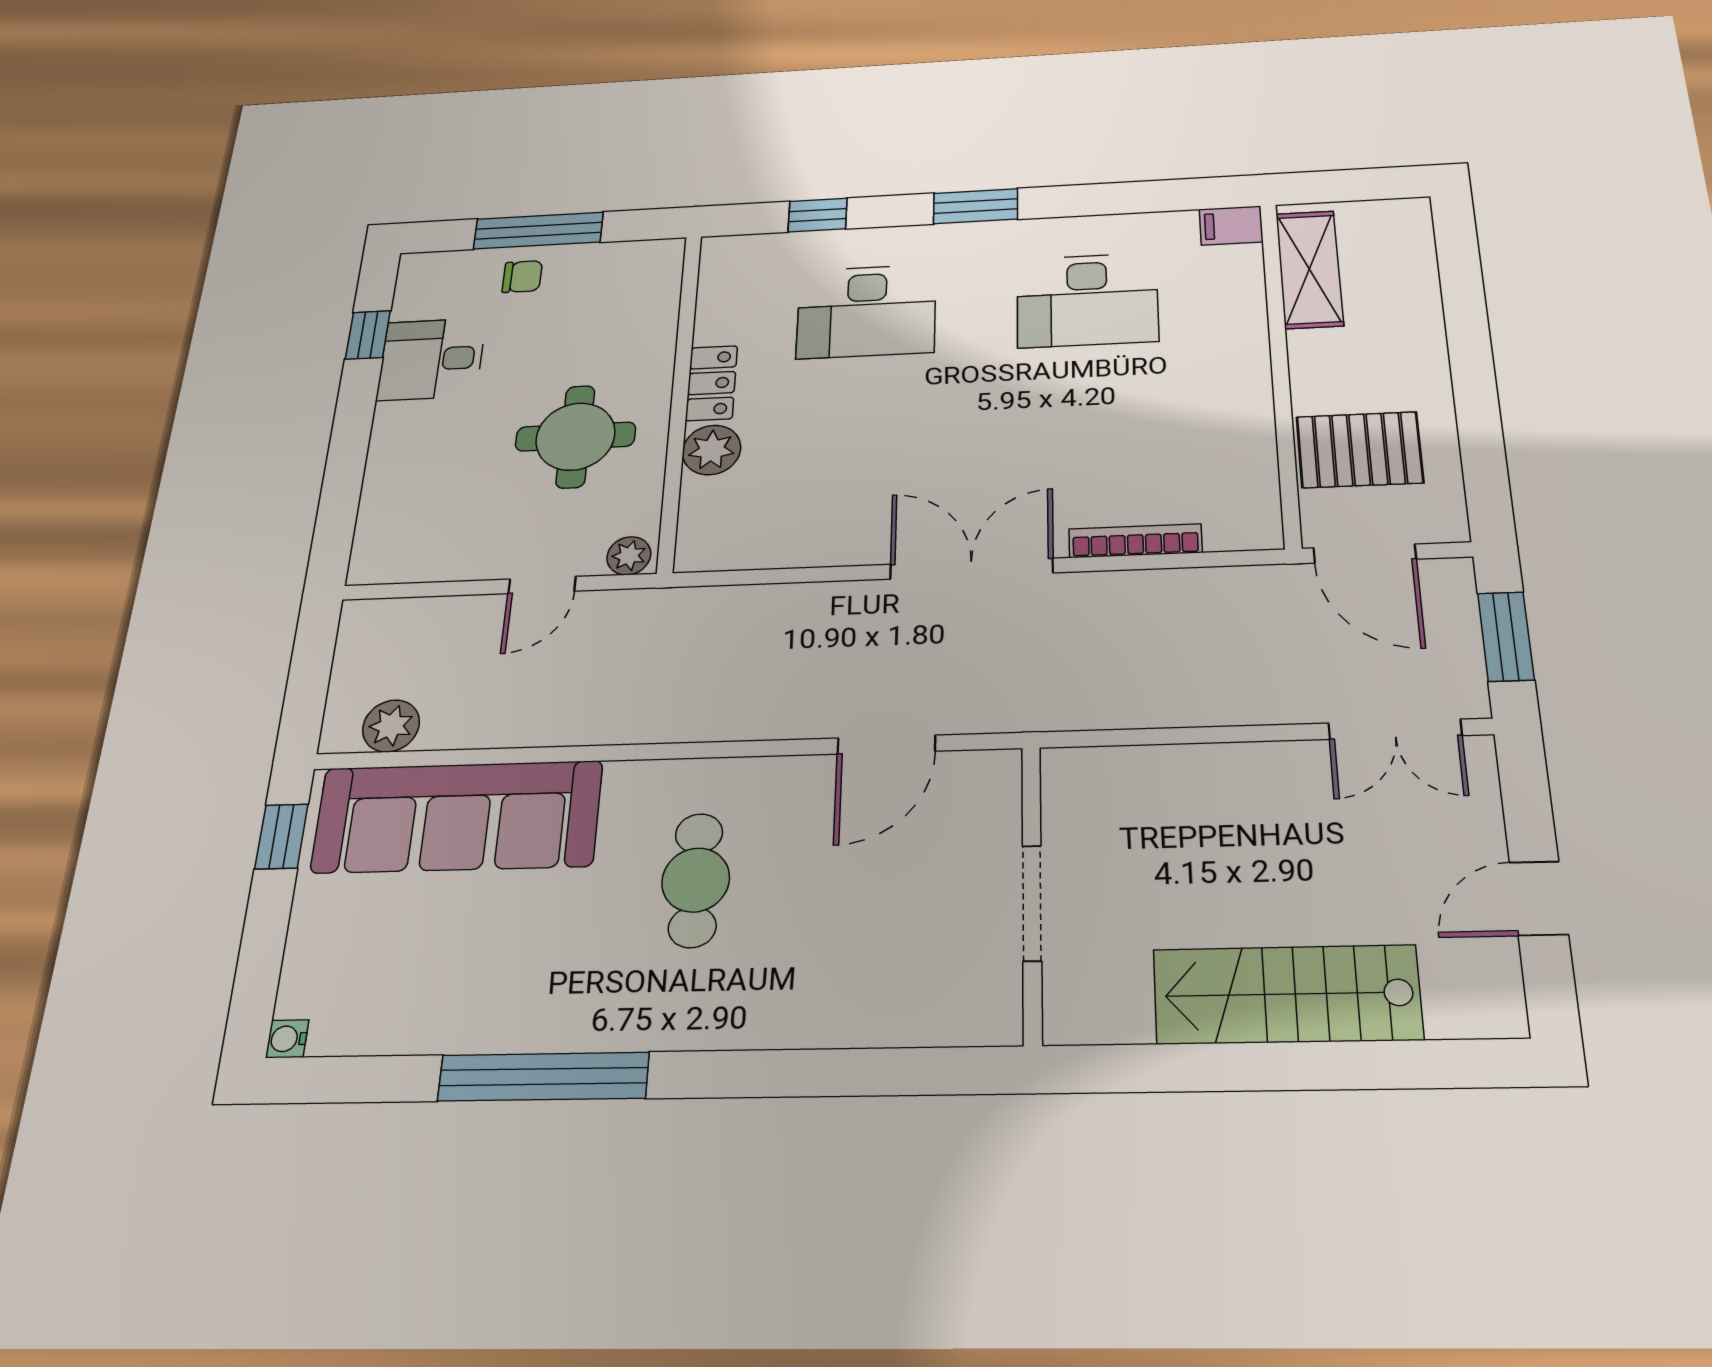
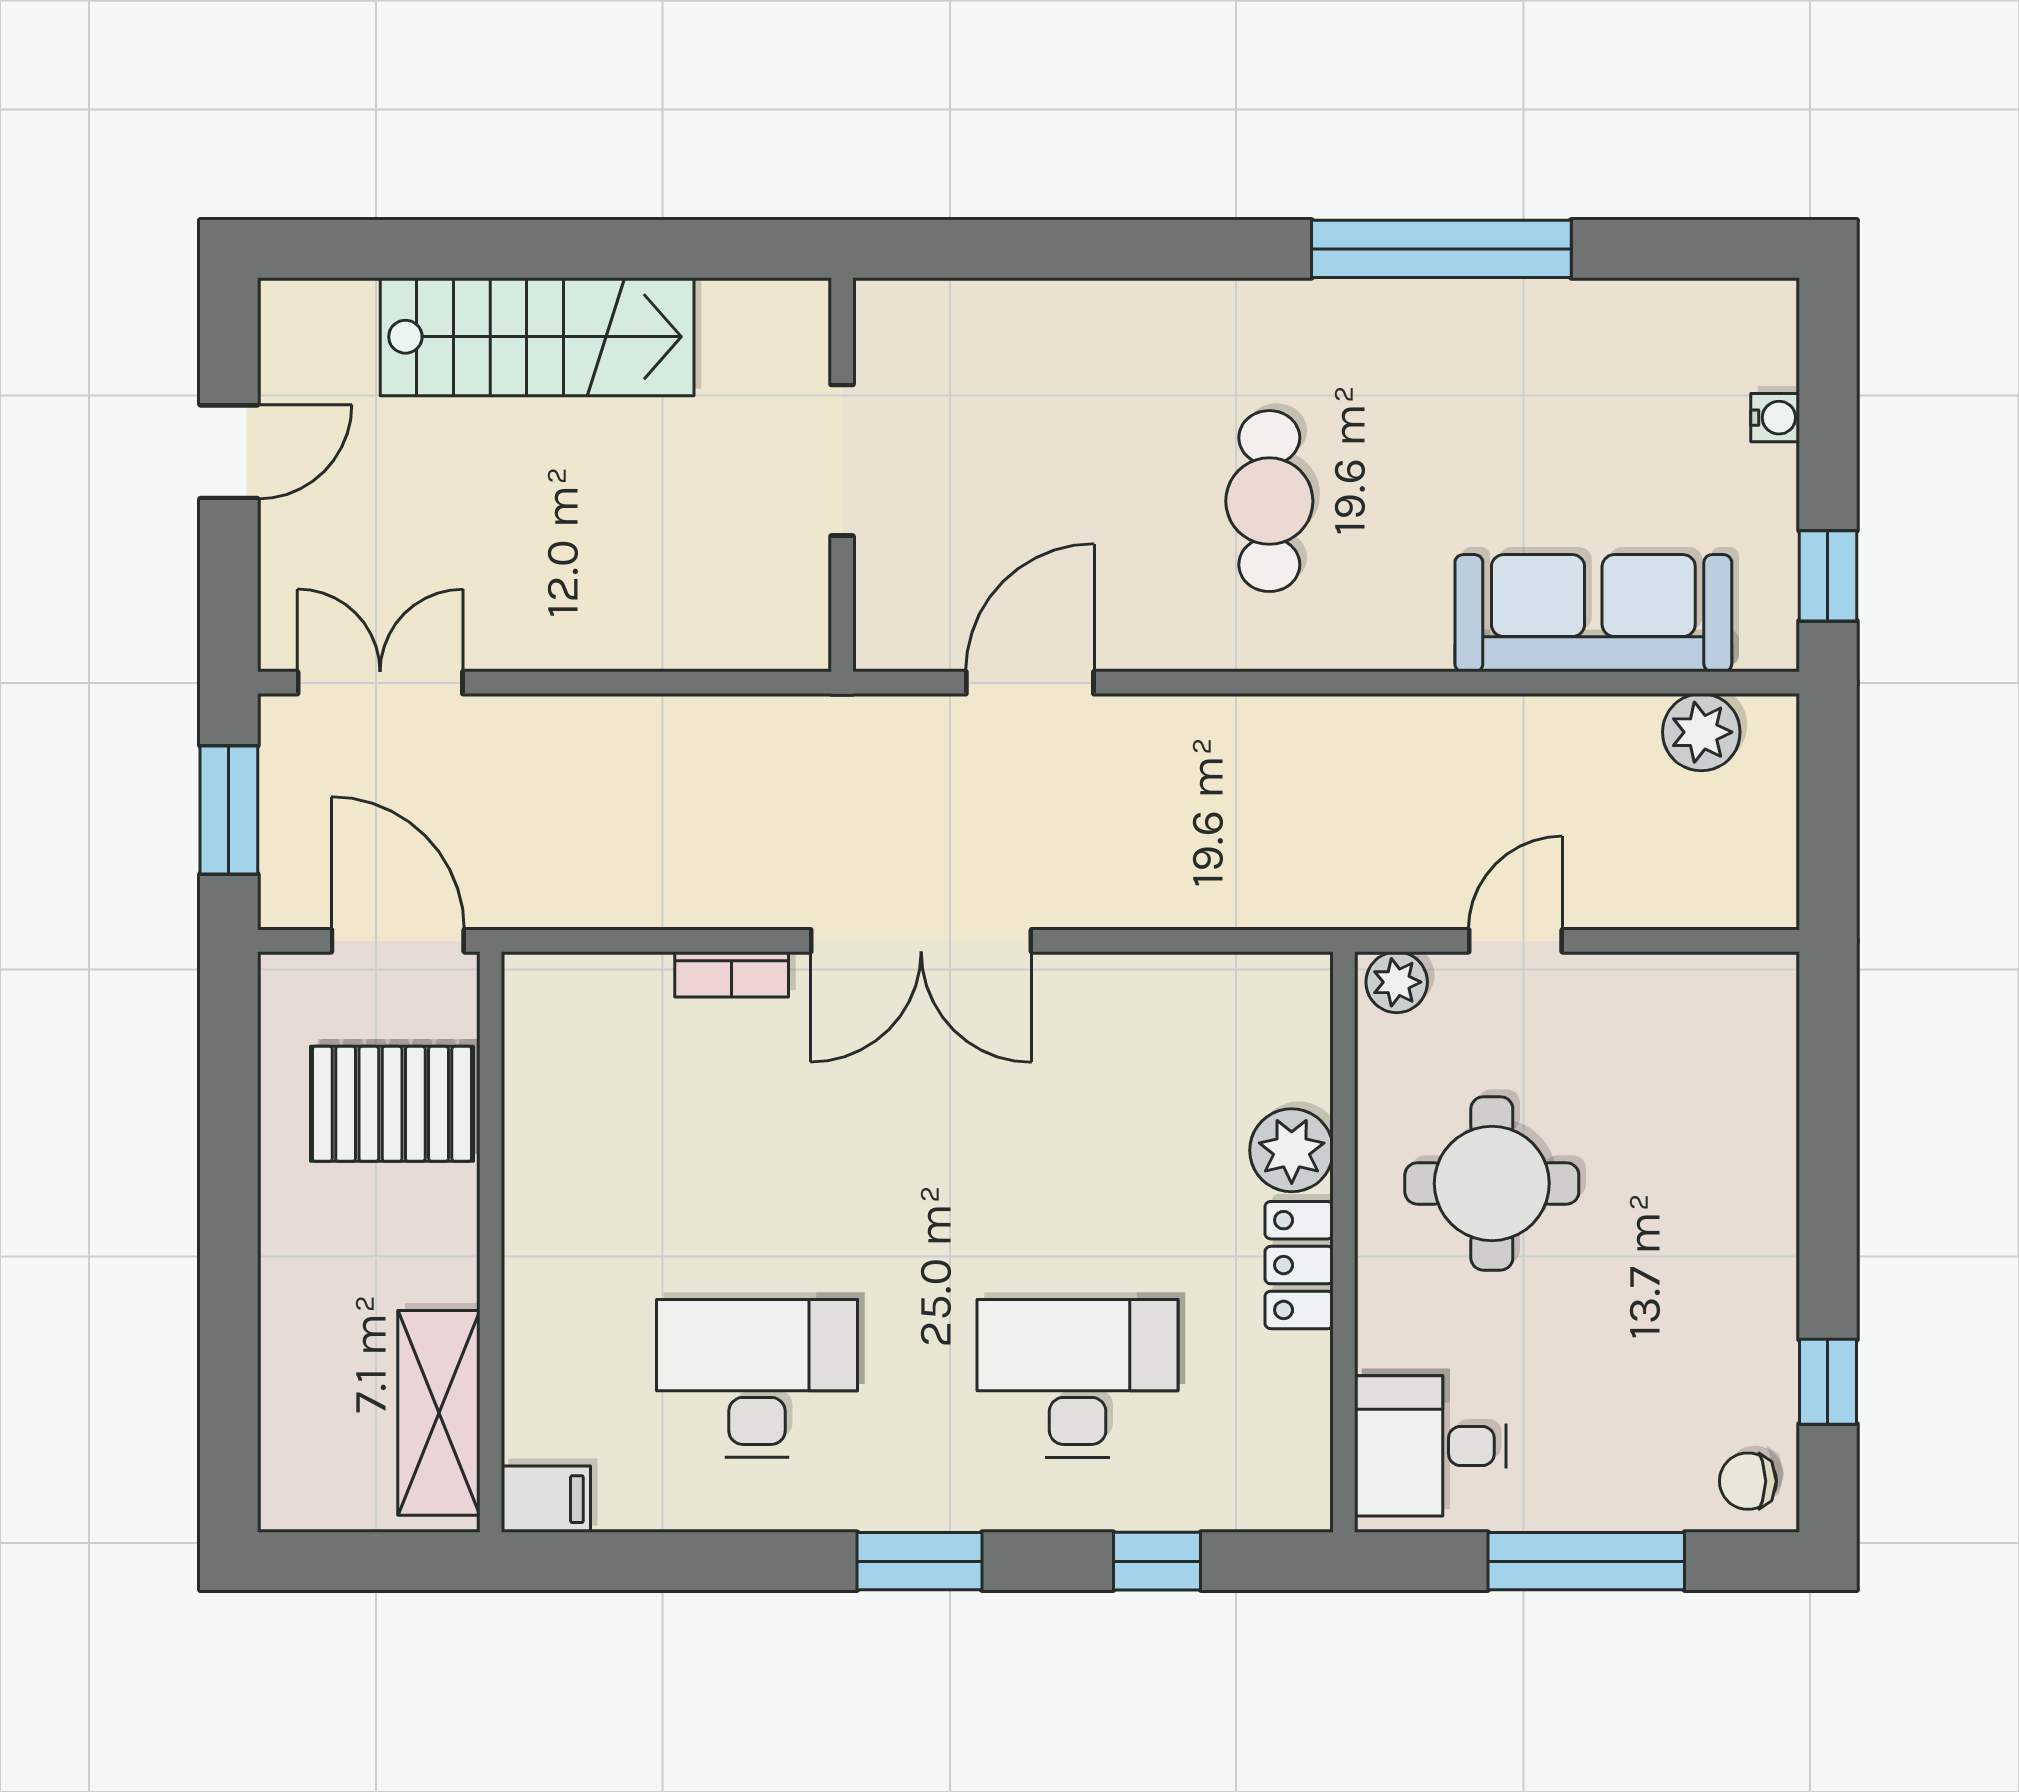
chair: (522, 277) -> (1748, 1481), moved
desk: (431, 359) -> (1430, 1446), moved, turned 180
bookcase: (1135, 541) -> (732, 974), width x0.64
sofa: (457, 817) -> (1593, 613), width x0.74, depth x0.79
water cooler: (287, 1039) -> (1775, 418), moved

